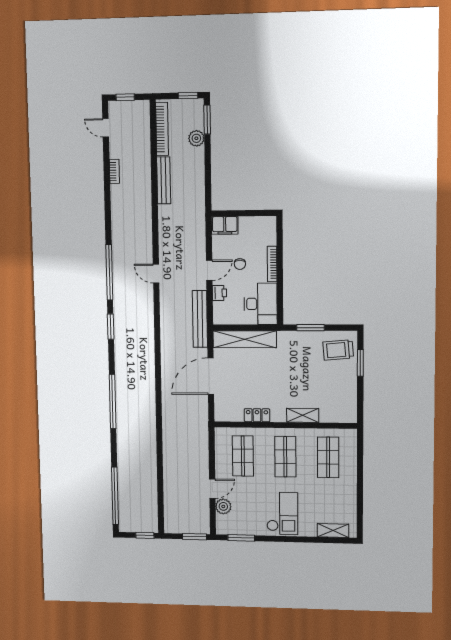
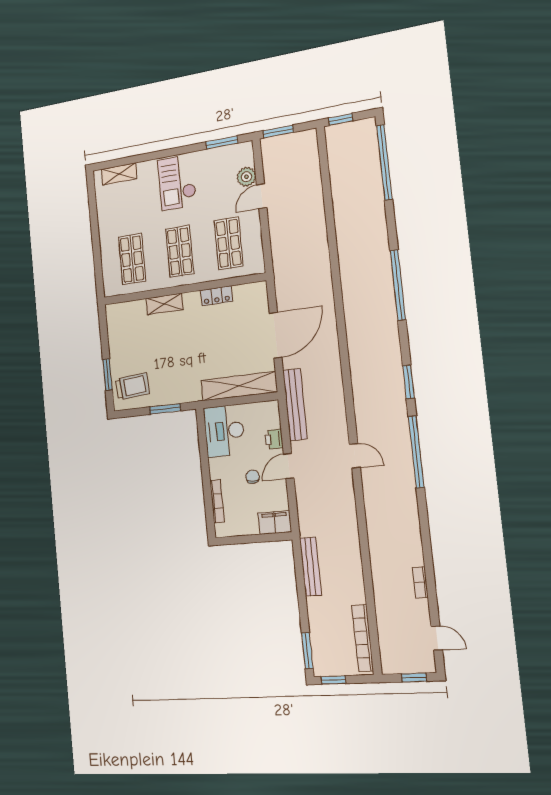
plant: (196, 138) -> (318, 628), removed
bench: (164, 180) -> (311, 567), moved
bookcase: (272, 264) -> (217, 501), moved

